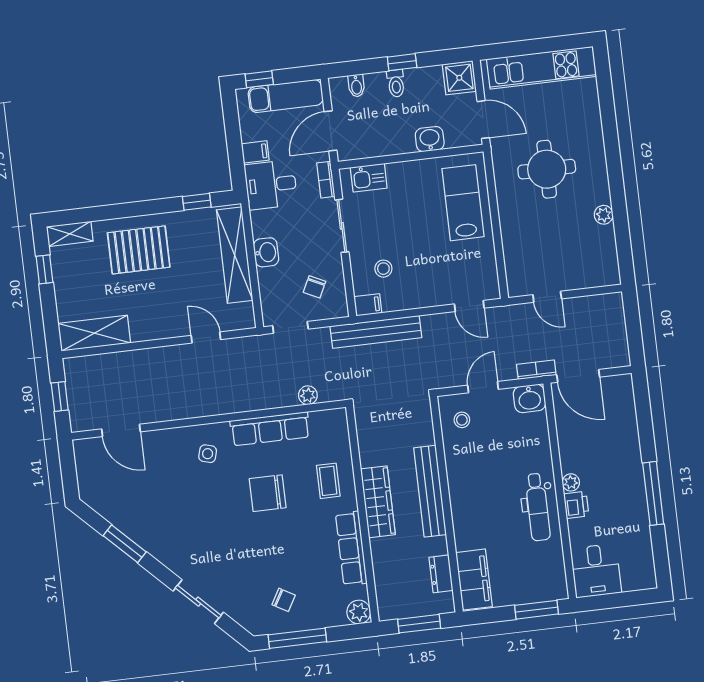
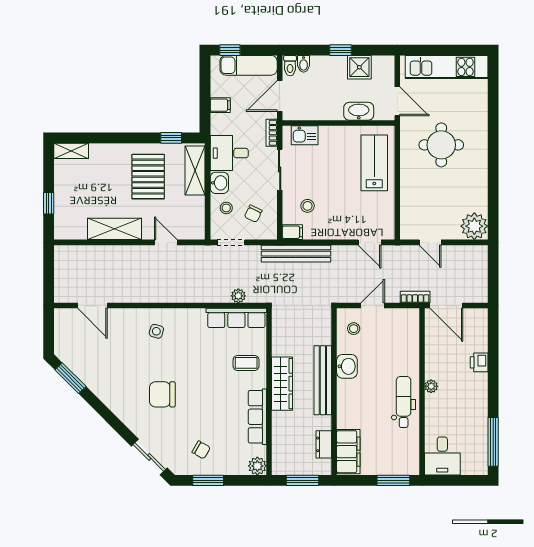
shower: (459, 78) -> (359, 67), moved
toilet: (396, 83) -> (290, 66), moved
washbasin: (430, 139) -> (359, 111), width x1.38
desk: (271, 185) -> (229, 153), moved
plant: (604, 215) -> (474, 226), moved, width x1.87, depth x1.87
pallet: (139, 250) -> (148, 177), moved, turned 90
shelving: (235, 255) -> (195, 171), width x0.68
window: (45, 269) -> (49, 203), moved
stool: (279, 284) -> (226, 208), added
shelving: (94, 333) -> (114, 229), moved
window: (60, 396) -> (49, 274), removed
washbasin: (529, 398) -> (347, 366), moved, turned -90
row of seats: (270, 429) -> (236, 318), moved
coffee table: (328, 481) -> (246, 363), turned 90
chair: (268, 493) -> (162, 394), moved
window: (653, 493) -> (493, 442), moved
printer: (576, 505) -> (479, 362), moved, turned 180
dental chair: (538, 507) -> (404, 402), turned 180
window: (125, 544) -> (70, 378), moved
sliding door: (198, 602) -> (149, 457), moved
window: (297, 638) -> (208, 480), width x0.69

